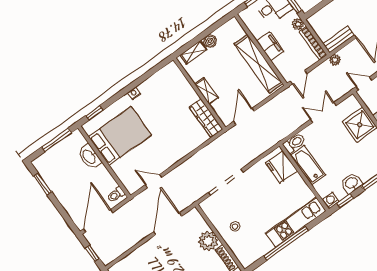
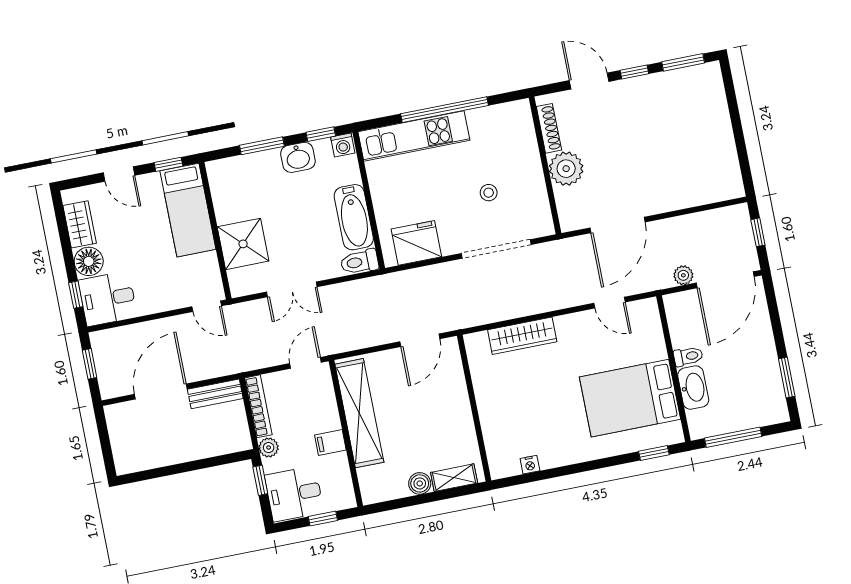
filing cabinet: (270, 46) -> (330, 442), width x0.50
plant: (335, 60) -> (683, 275), moved
shelving: (207, 91) -> (461, 407), removed
nightstand: (134, 93) -> (530, 465), moved
wardrobe: (206, 118) -> (522, 336), moved, turned 90
fridge: (281, 167) -> (416, 243), moved, turned -90
toilet: (116, 195) -> (688, 356), moved
stool: (235, 226) -> (489, 193), moved

